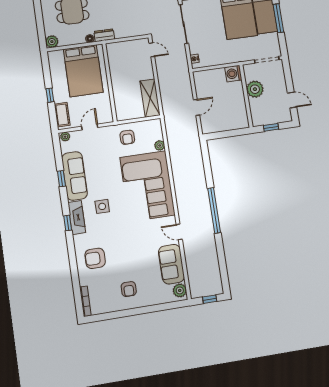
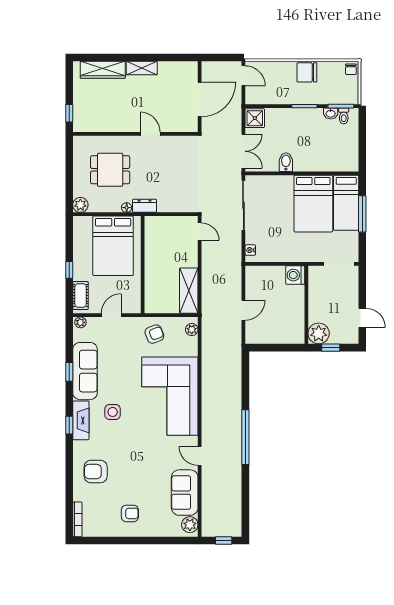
plant: (255, 89) -> (319, 333), moved
armchair: (127, 137) -> (154, 334), turned -111
plant: (160, 145) -> (192, 330), moved
armchair: (129, 289) -> (130, 513), turned -90

